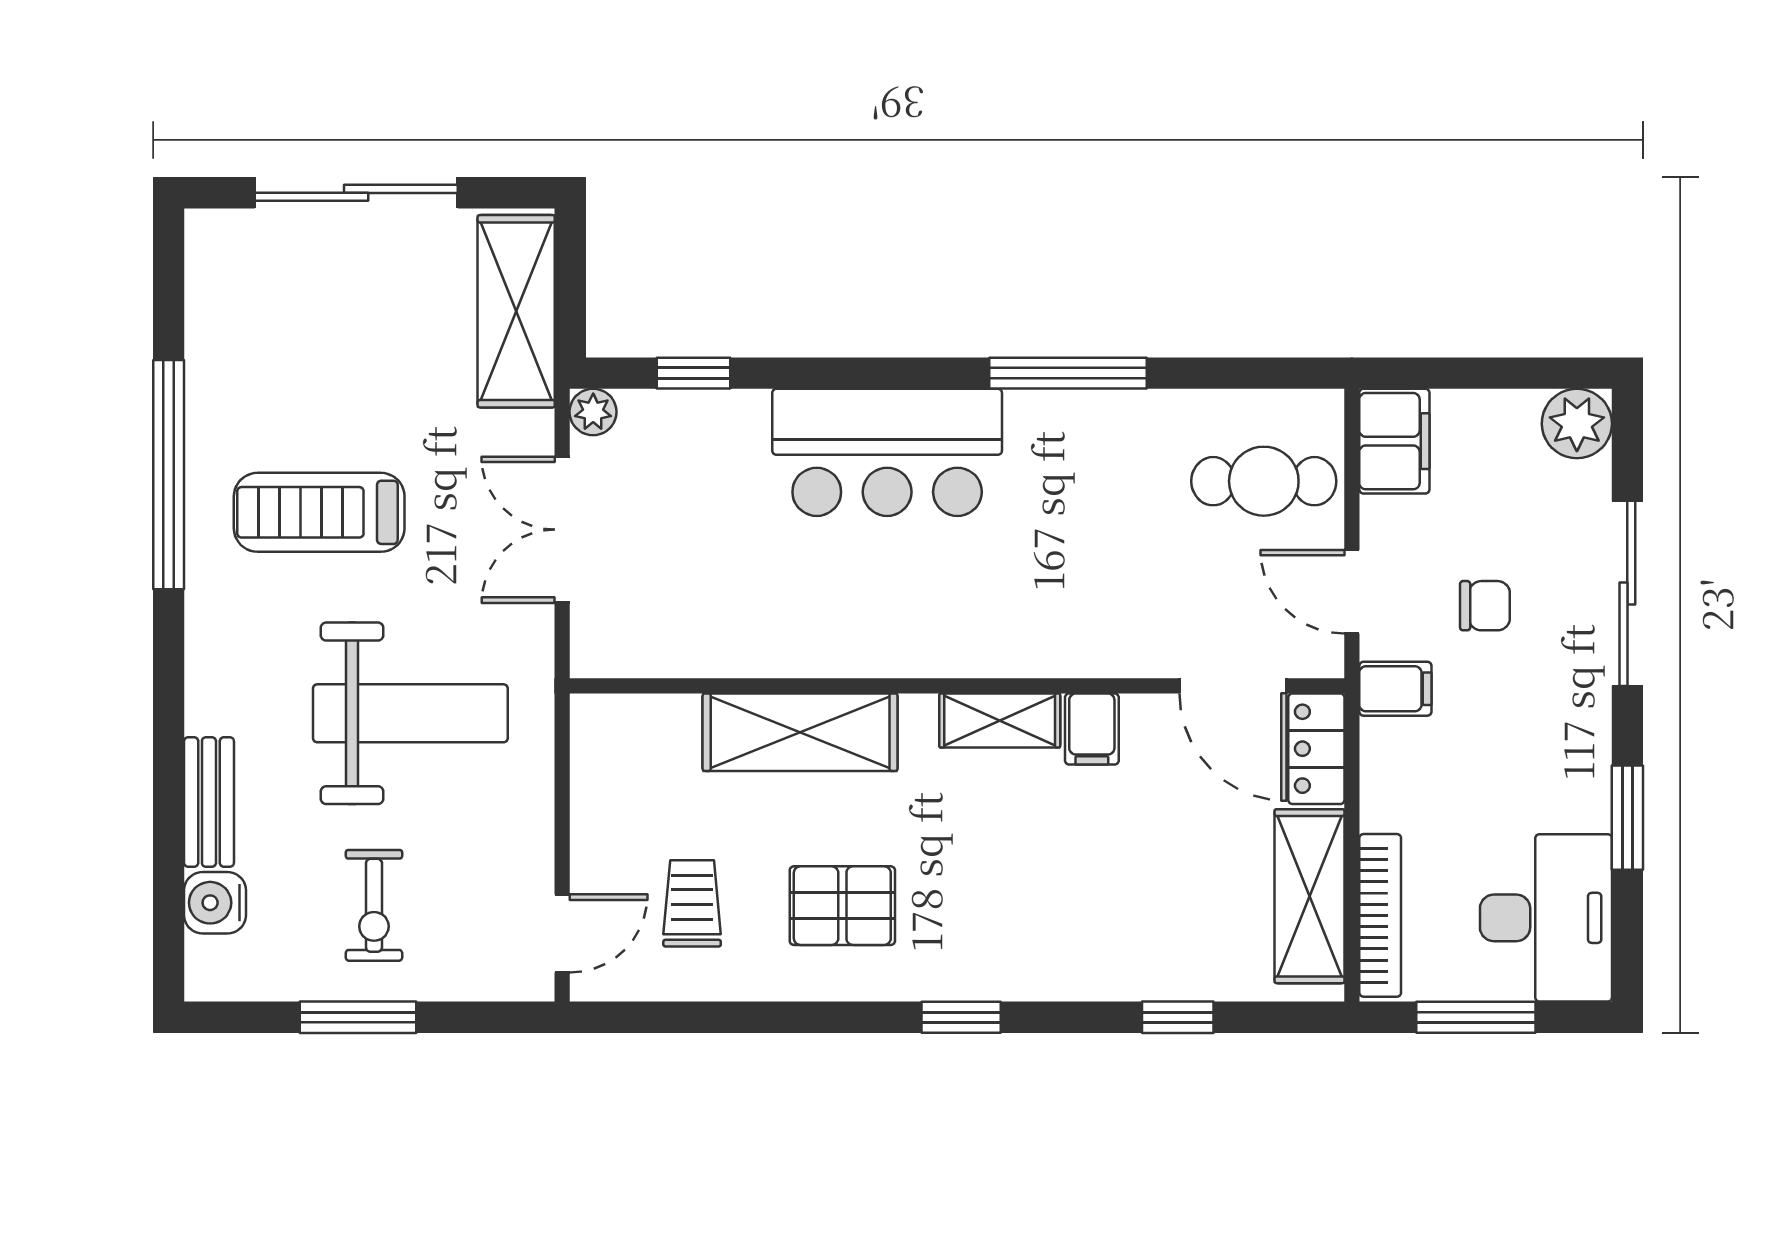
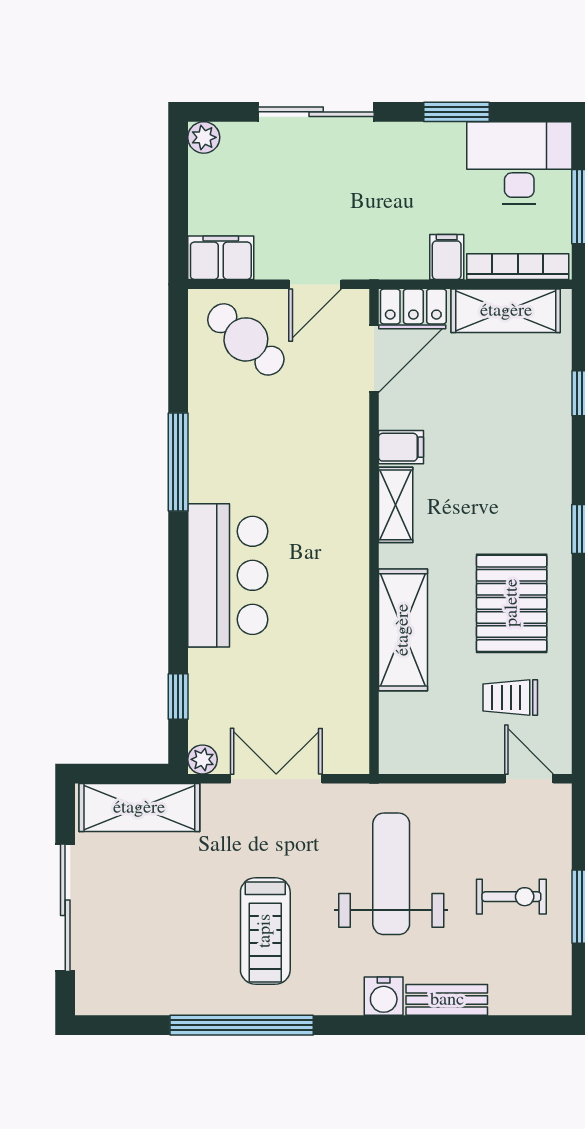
plant: (1577, 424) -> (204, 137), width x0.73, depth x0.73
cafe table: (1264, 481) -> (246, 339), turned -48
double door: (562, 530) -> (276, 779), swing flipped
chair: (1485, 606) -> (324, 201), removed
filing cabinet: (1395, 689) -> (447, 257), moved
water cooler: (215, 903) -> (384, 996), moved
pallet: (842, 906) -> (512, 603), width x1.50, depth x1.42

